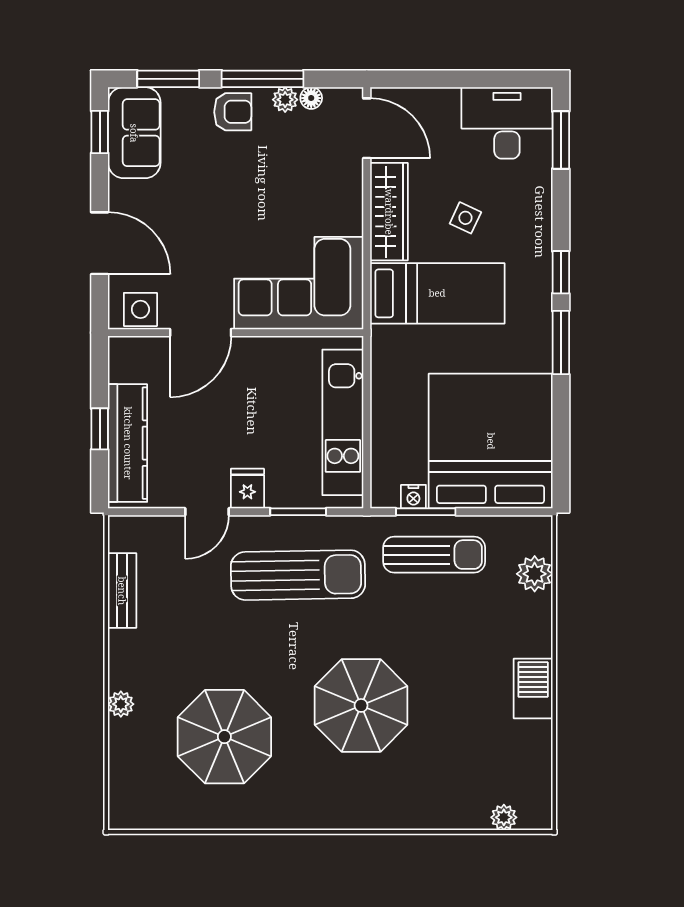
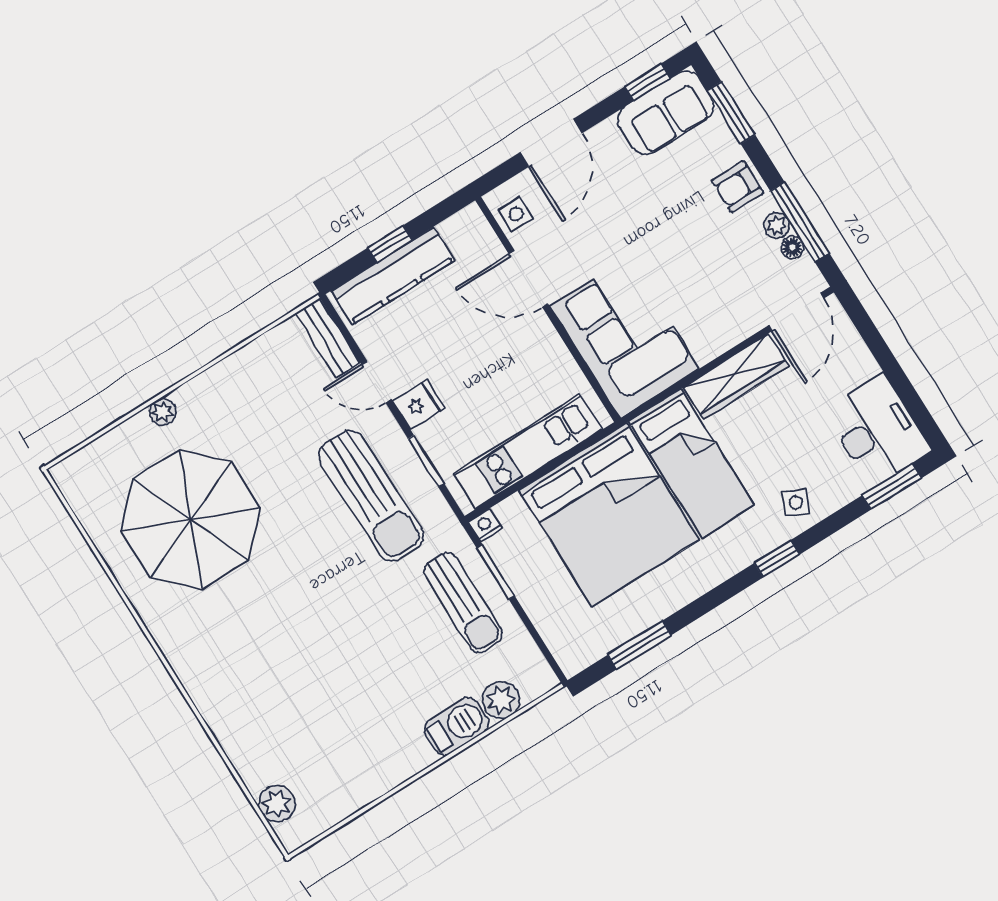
window: (263, 79) -> (800, 222), moved
armchair: (233, 112) -> (738, 187), turned 90
side table: (465, 218) -> (796, 502), moved
side table: (140, 309) -> (516, 214), width x0.73, depth x0.73
window: (561, 343) -> (639, 645), moved
bed: (491, 441) -> (609, 515), moved, turned 90
nightstand: (413, 497) -> (485, 525), moved, turned 90
bench: (122, 591) -> (328, 338), moved, turned 90
barbecue: (533, 688) -> (456, 726), moved
parasol: (361, 705) -> (292, 621), removed
parasol: (224, 737) -> (191, 520), width x1.36, depth x1.36
plant: (504, 817) -> (277, 803), width x1.38, depth x1.38

